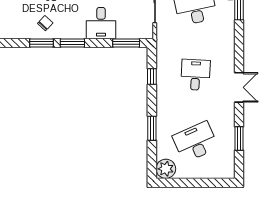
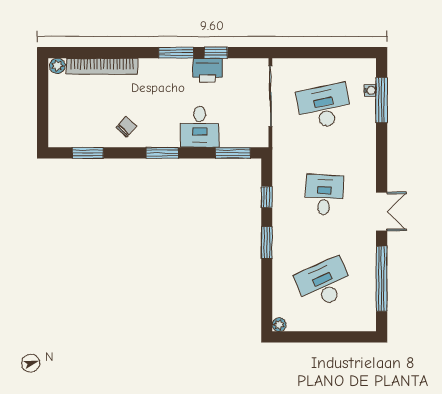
window: (42, 43) -> (88, 153), moved
window: (152, 128) -> (267, 243), moved
window: (239, 138) -> (382, 279), width x2.11
plant: (166, 169) -> (279, 325), width x0.53, depth x0.53

